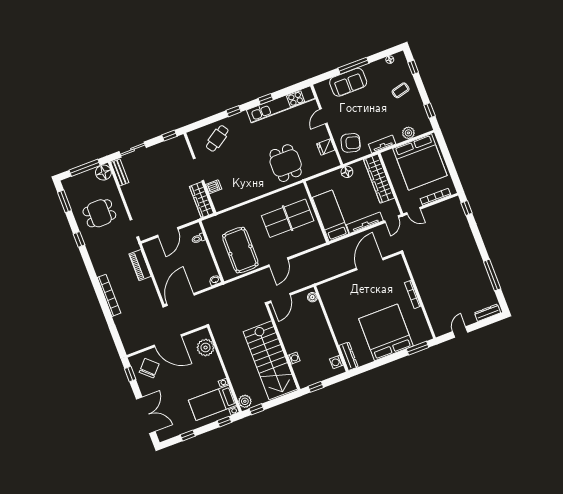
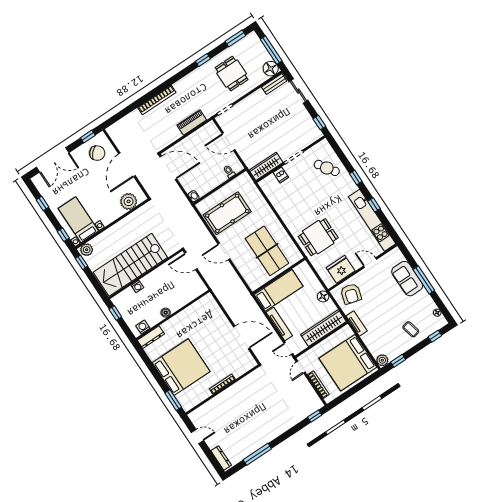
plant: (408, 133) -> (382, 360), moved
fridge: (326, 147) -> (341, 269), width x1.88, depth x1.34
boiler: (312, 297) -> (166, 313), moved

